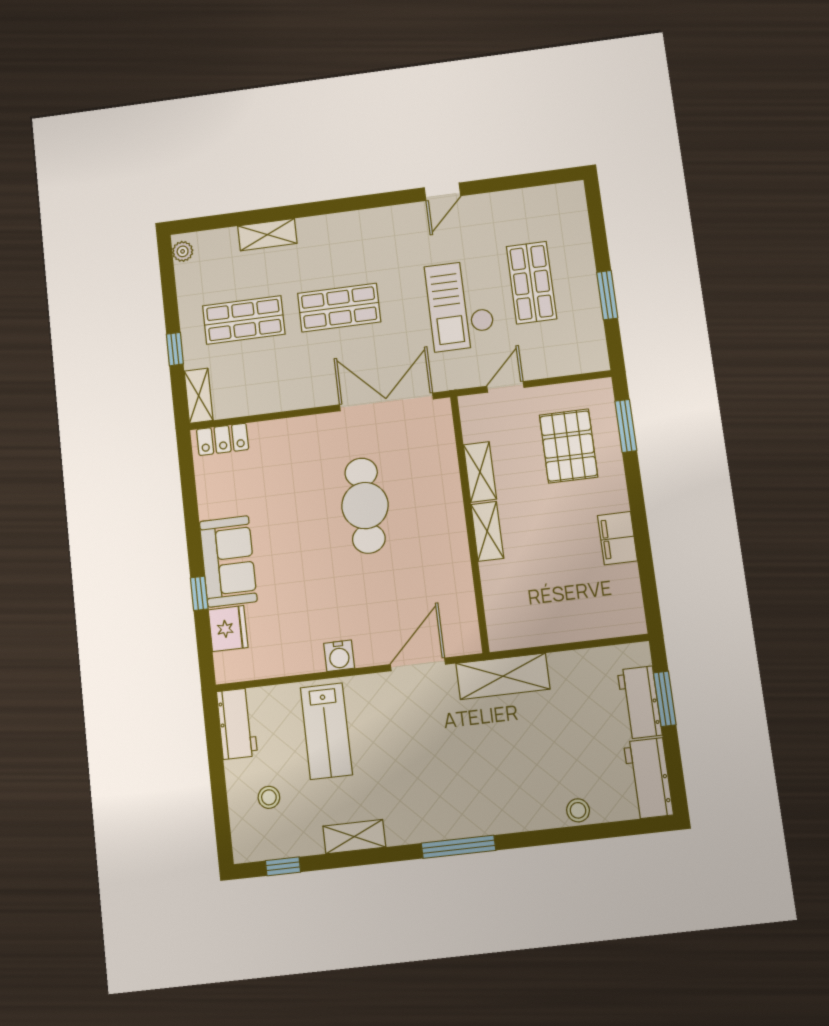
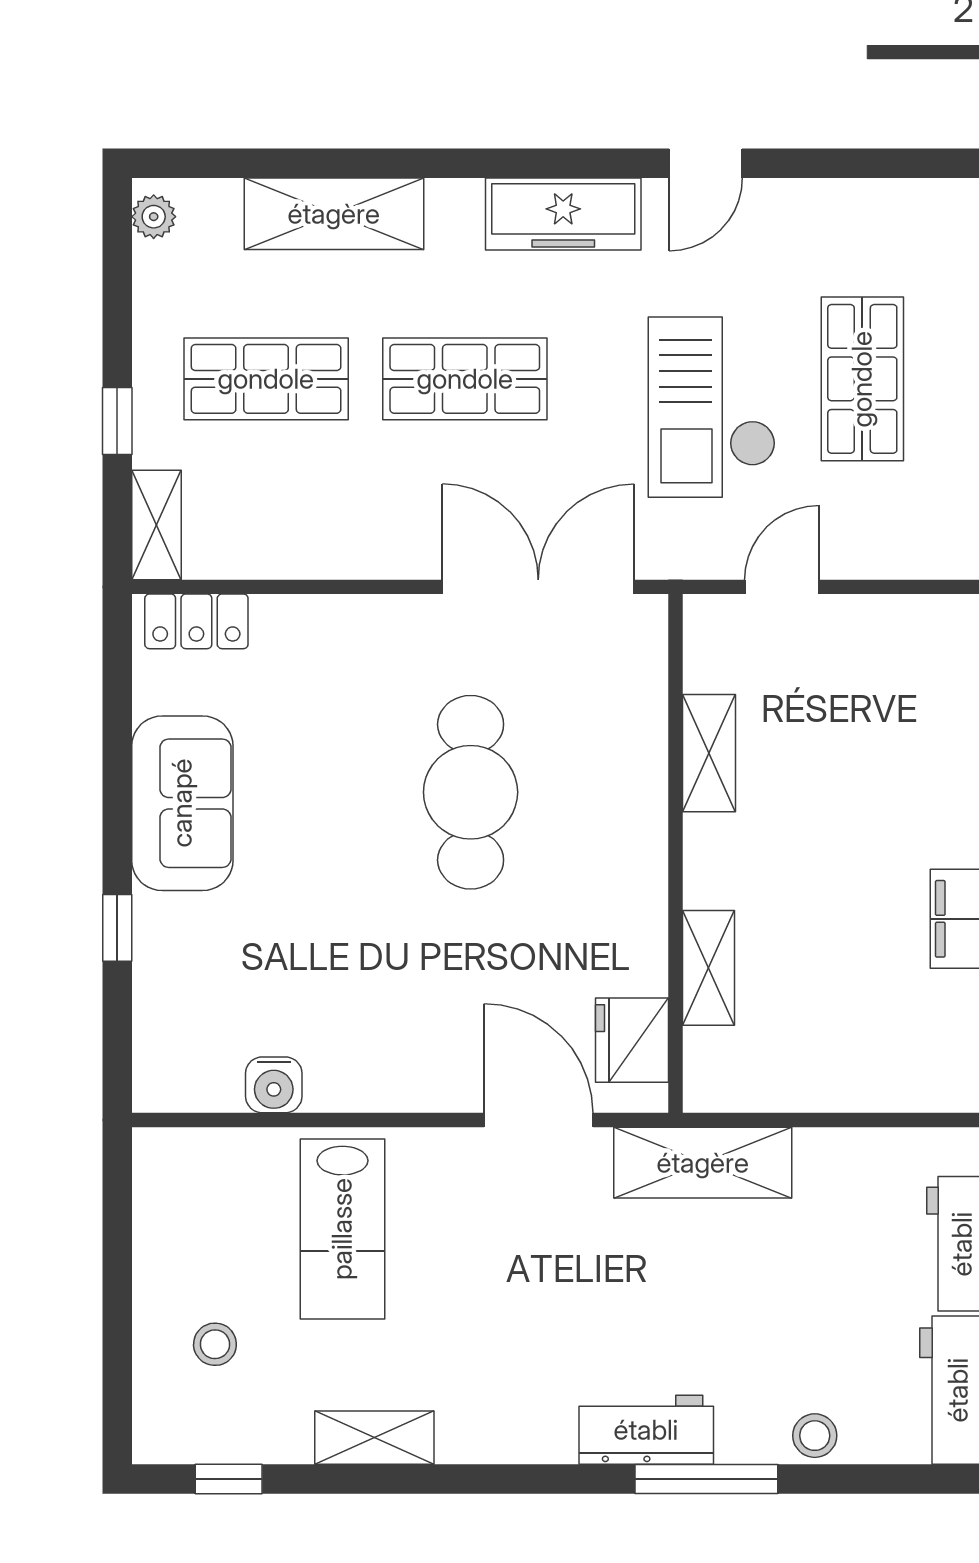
freezer: (377, 224) -> (563, 214), added
shelving: (267, 235) -> (334, 214), width x1.50, depth x1.33
pallet: (568, 446) -> (892, 723), removed
shelving: (487, 531) -> (708, 968), moved
sofa: (228, 561) -> (182, 803), moved
fridge: (228, 629) -> (632, 1040), moved, turned 180
water cooler: (339, 656) -> (274, 1085), moved
door: (418, 664) -> (539, 1120), hinge flipped
workbench: (237, 724) -> (646, 1430), moved, turned -90
window: (458, 847) -> (706, 1479), moved

